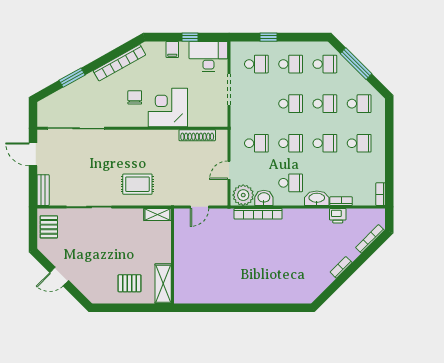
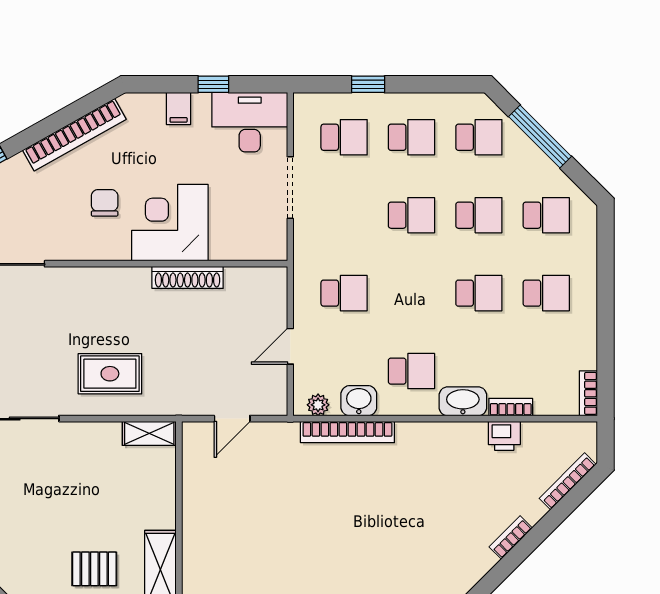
shoe rack: (197, 135) -> (188, 277), moved
school desk: (291, 143) -> (411, 293), removed
plant: (243, 195) -> (318, 405), width x0.53, depth x0.53

